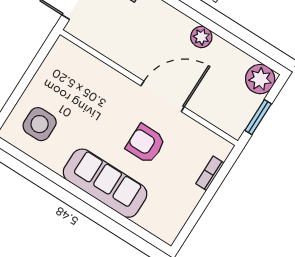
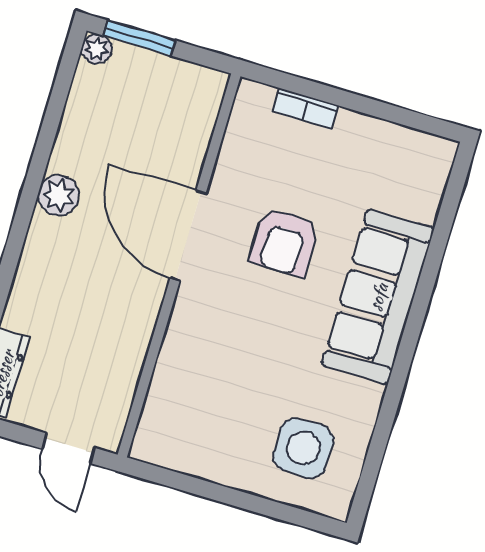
plant: (260, 79) -> (97, 49), width x0.53, depth x0.53
window: (258, 117) -> (139, 38), moved

